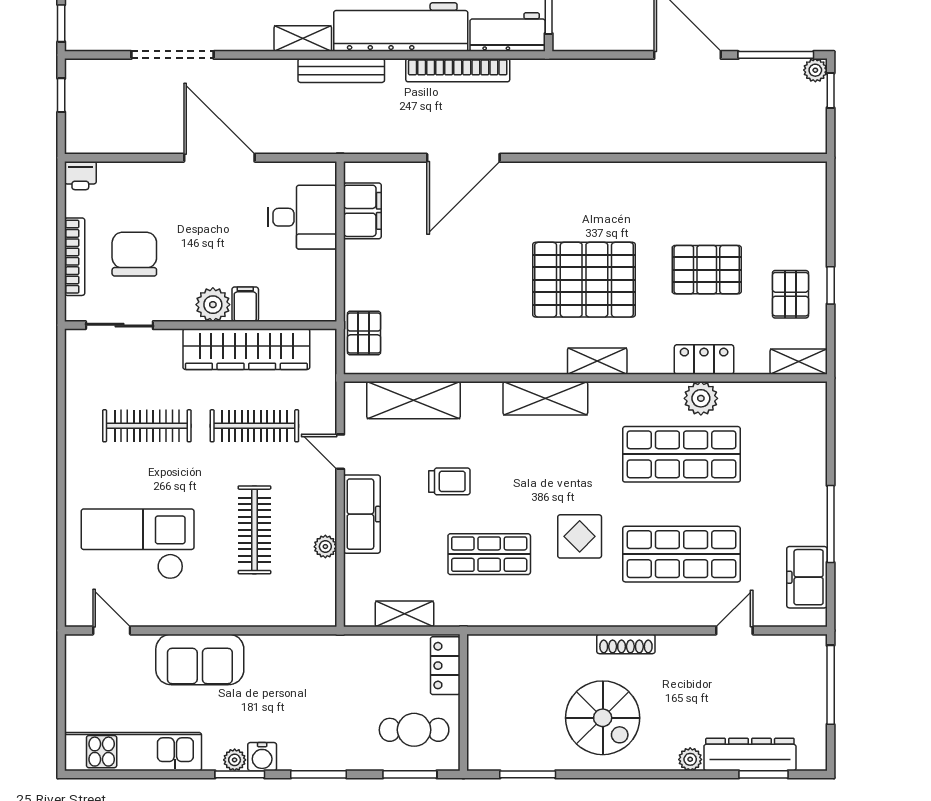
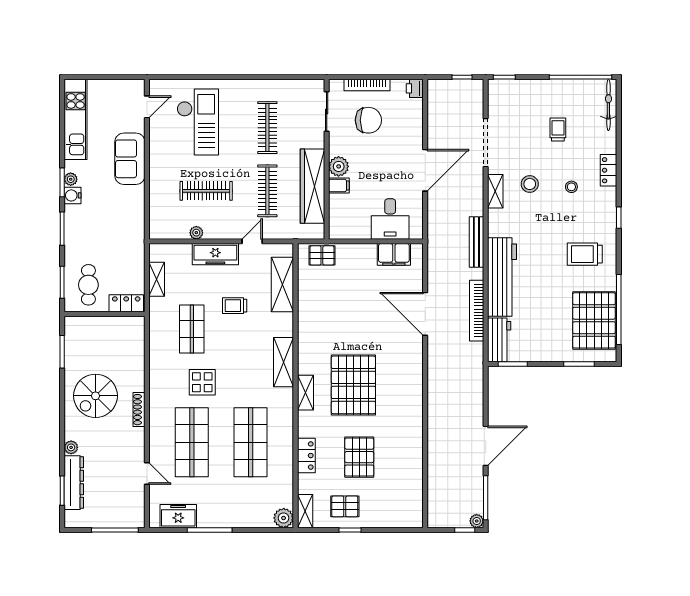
shelving: (303, 39) -> (495, 191), moved
plant: (701, 398) -> (284, 518), moved
trolley: (449, 481) -> (235, 306), turned 90

